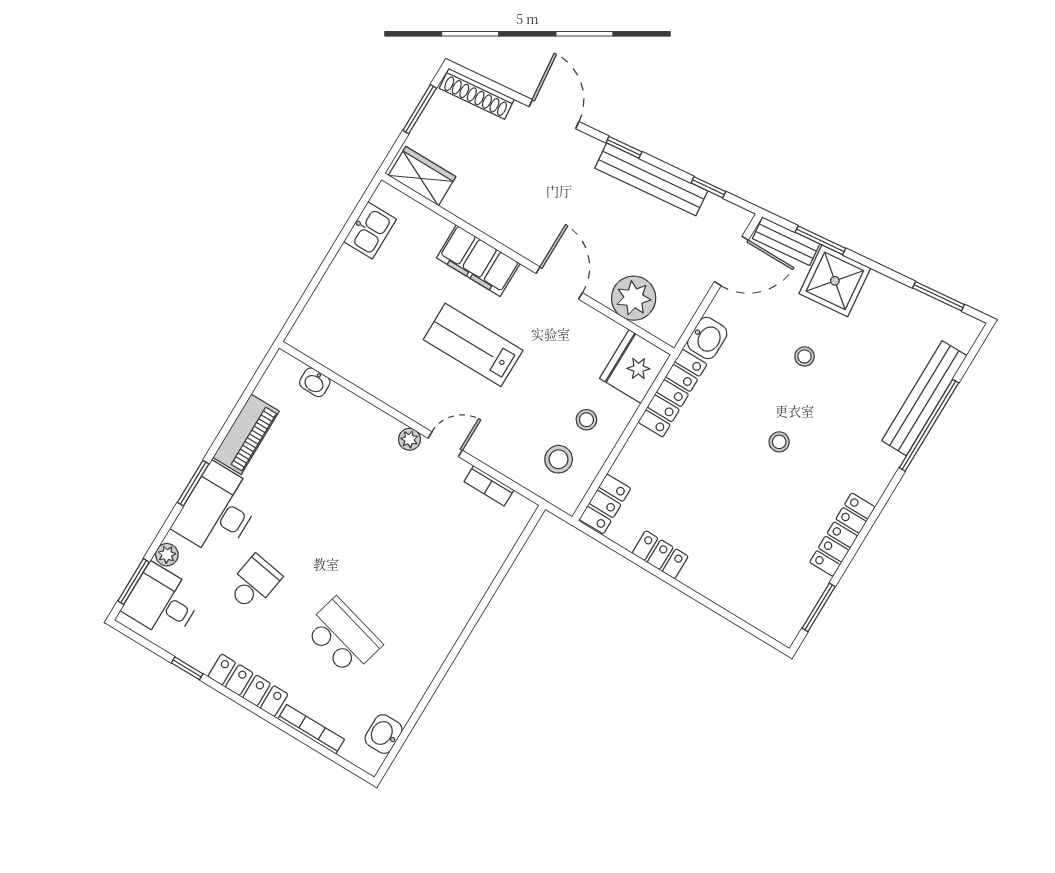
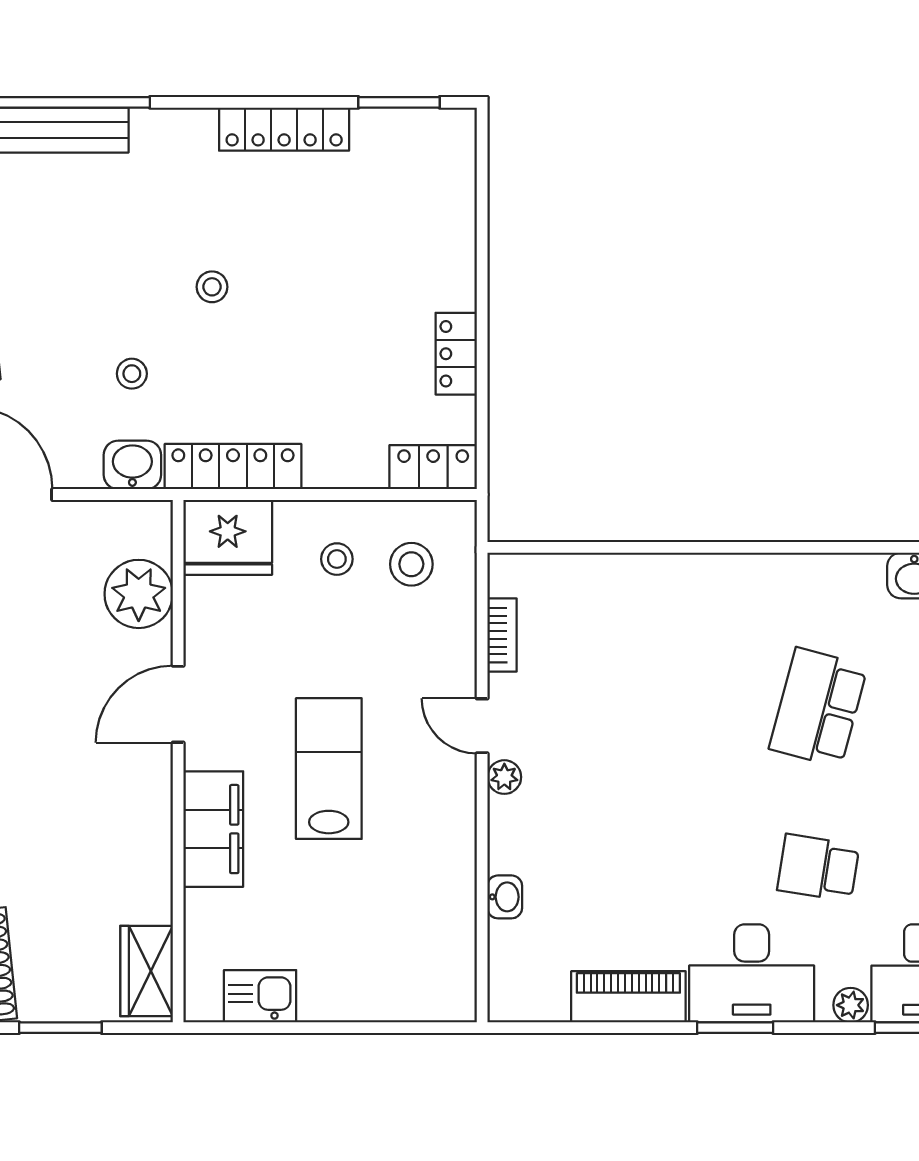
lab bench: (473, 345) -> (329, 769), turned 180
stool: (804, 356) -> (132, 374), moved
washbasin: (315, 382) -> (505, 897), moved

